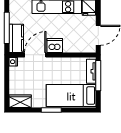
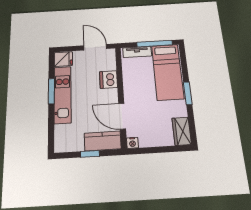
window: (7, 28) -> (90, 154), width x0.46
dishwasher: (55, 45) -> (109, 79), moved
window: (98, 76) -> (155, 44), moved

